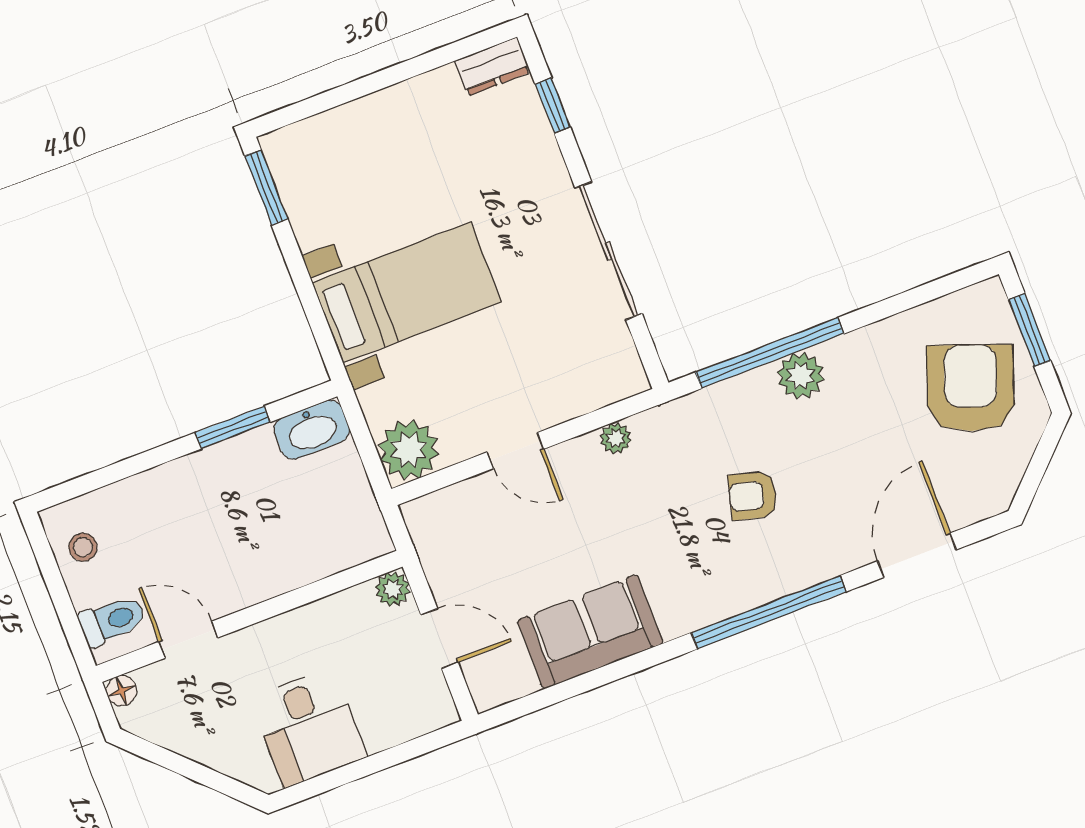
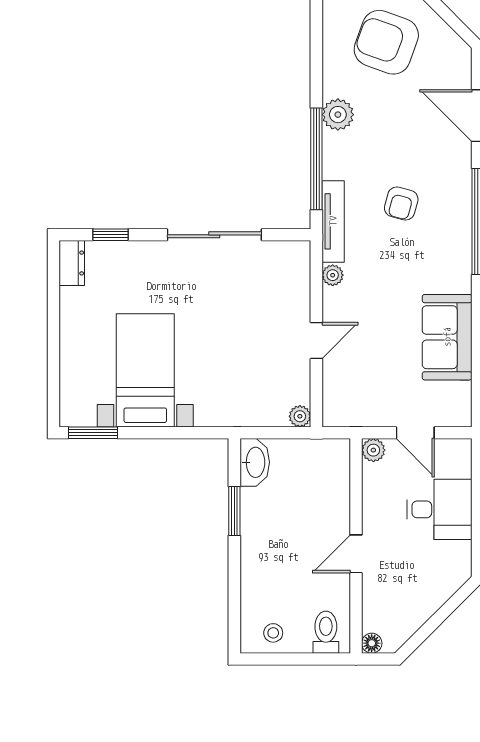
bed with nightstands: (407, 292) -> (145, 370), moved
plant: (801, 376) -> (338, 115), moved
tv unit: (691, 410) -> (333, 221), added
plant: (409, 450) -> (300, 416), width x0.53, depth x0.53
door: (439, 638) -> (415, 433), swing flipped
door: (188, 640) -> (356, 554), moved
desk: (309, 727) -> (439, 509), moved

